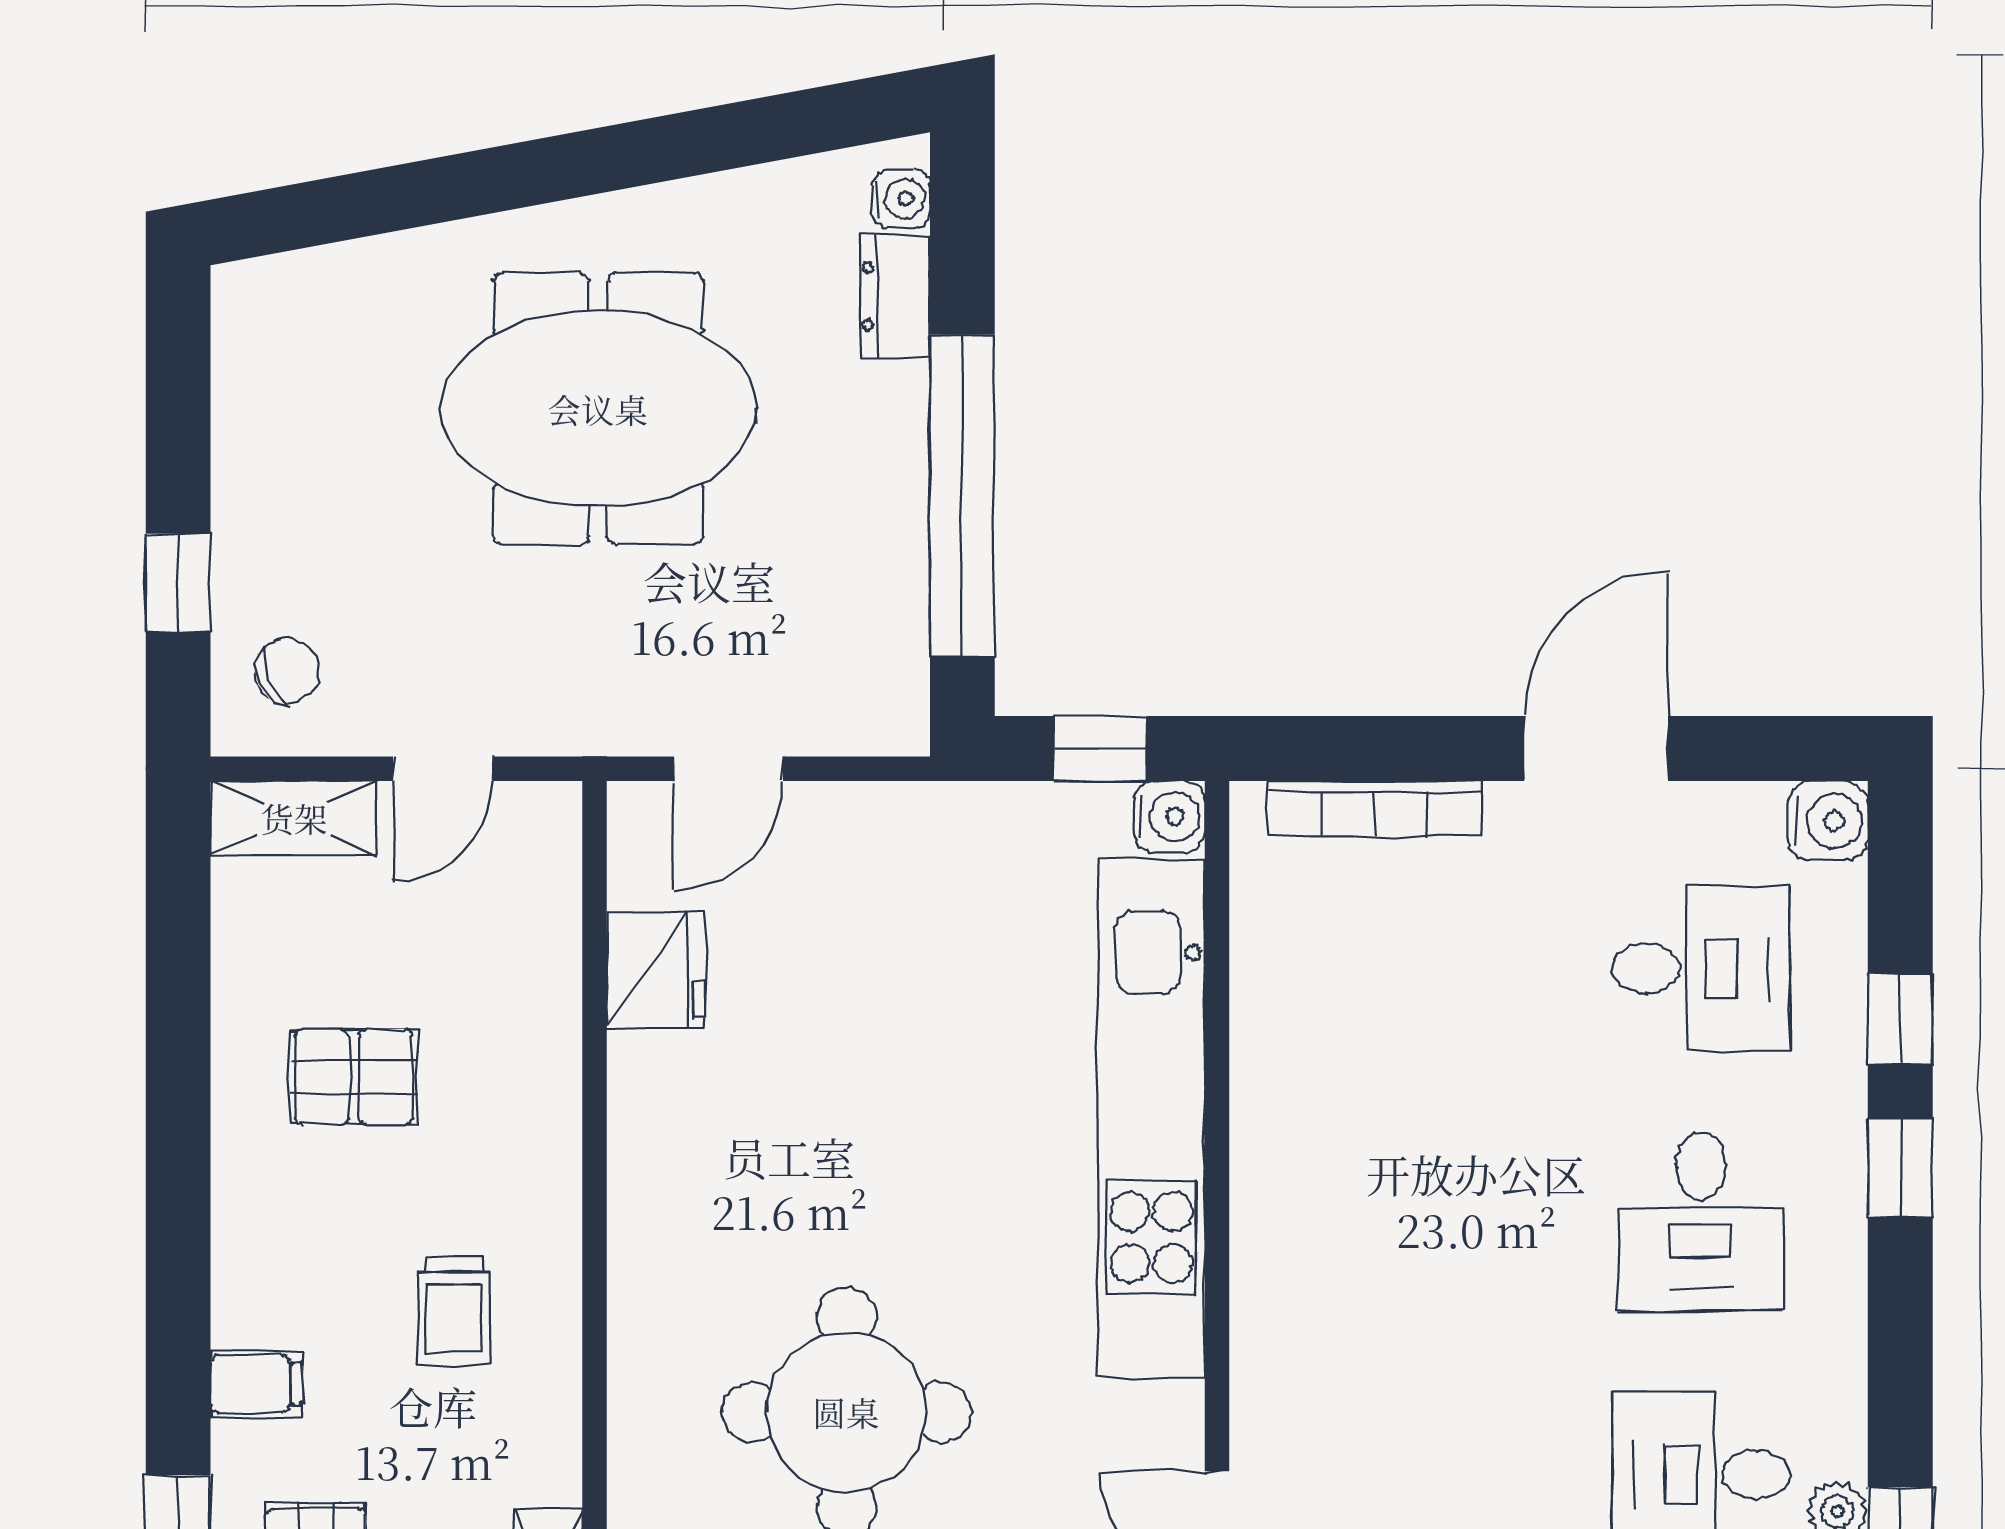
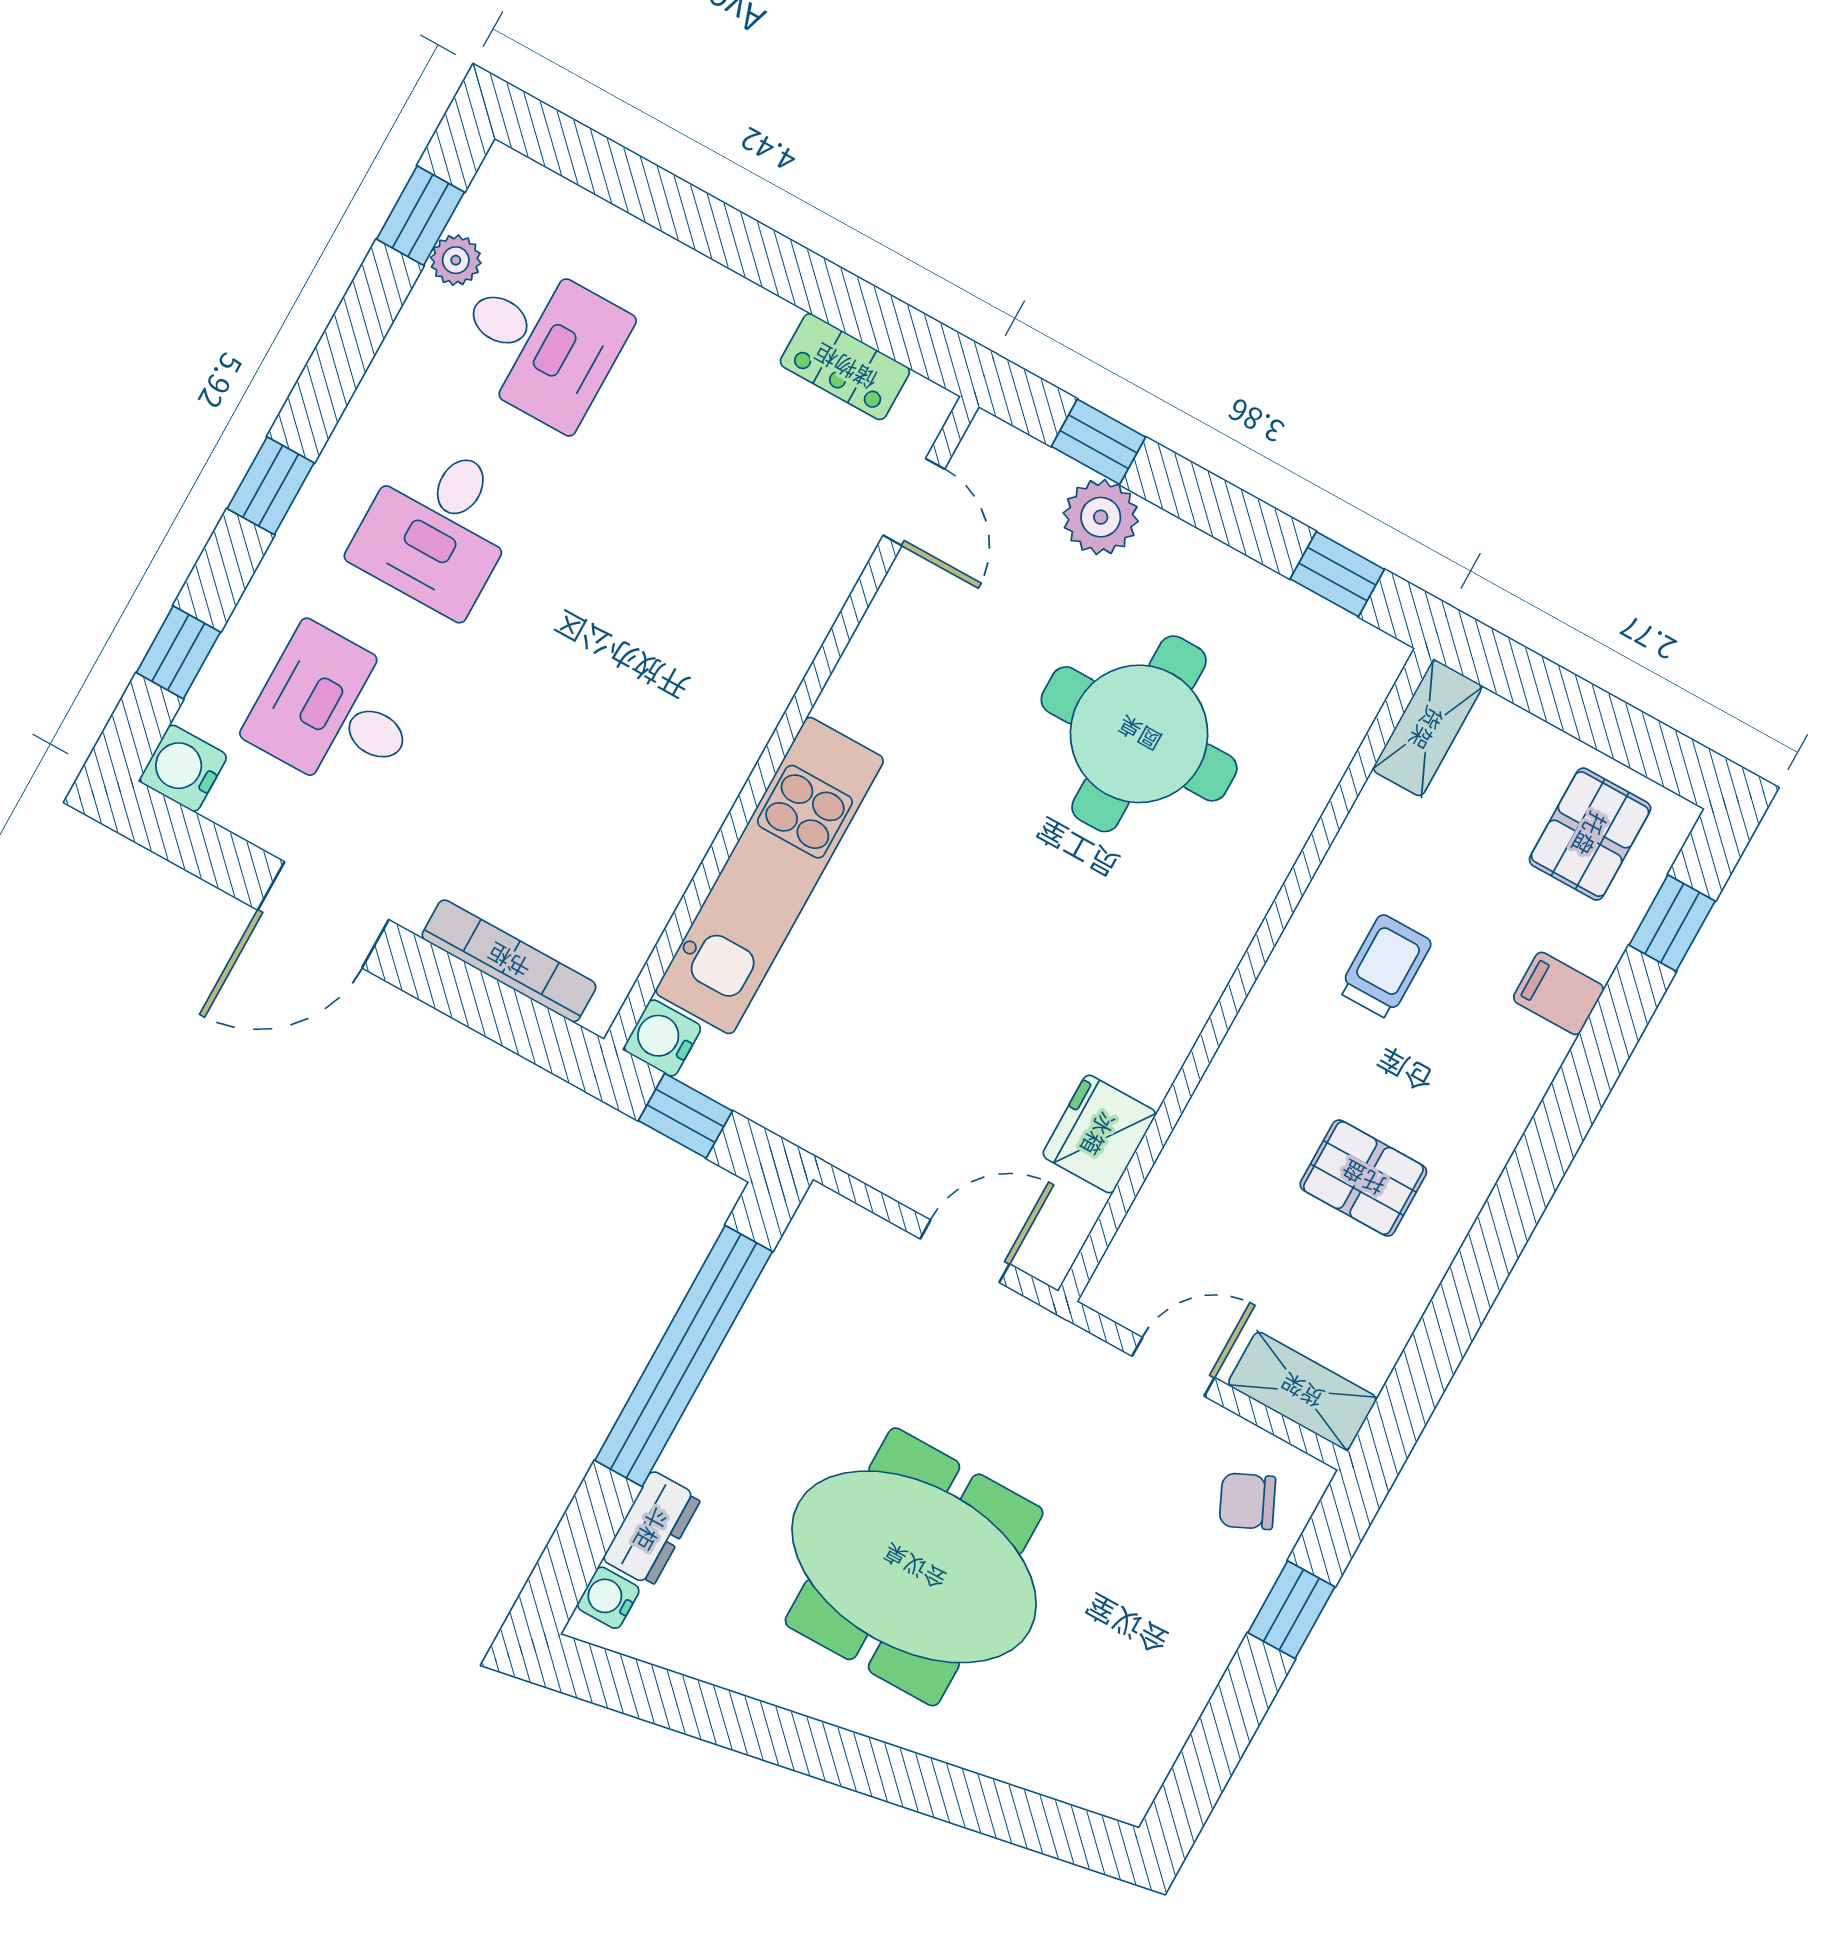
window: (1900, 1019) -> (178, 652), moved
kitchen unit: (1151, 1118) -> (770, 876), width x0.73
desk: (1701, 1222) -> (438, 527), turned 180

